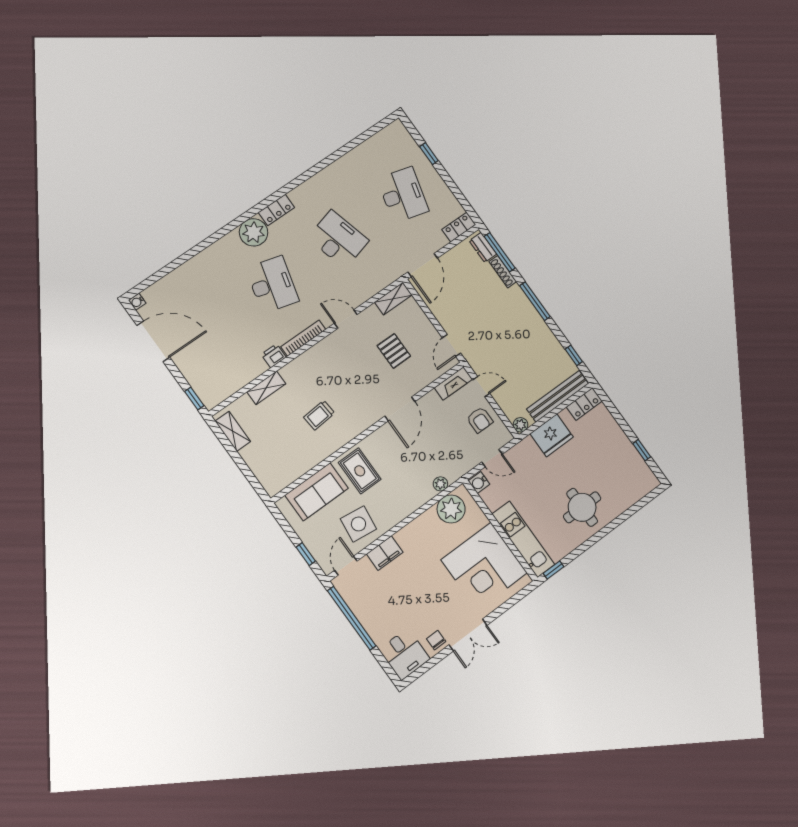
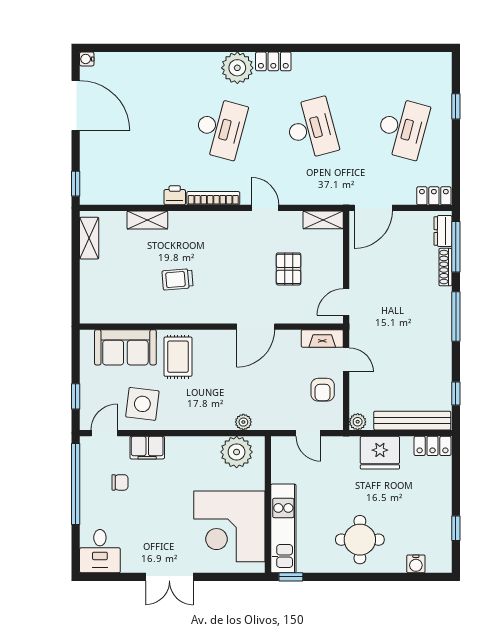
water cooler: (479, 483) -> (416, 564), moved, turned -90
chair: (436, 640) -> (120, 482), moved, turned 90

